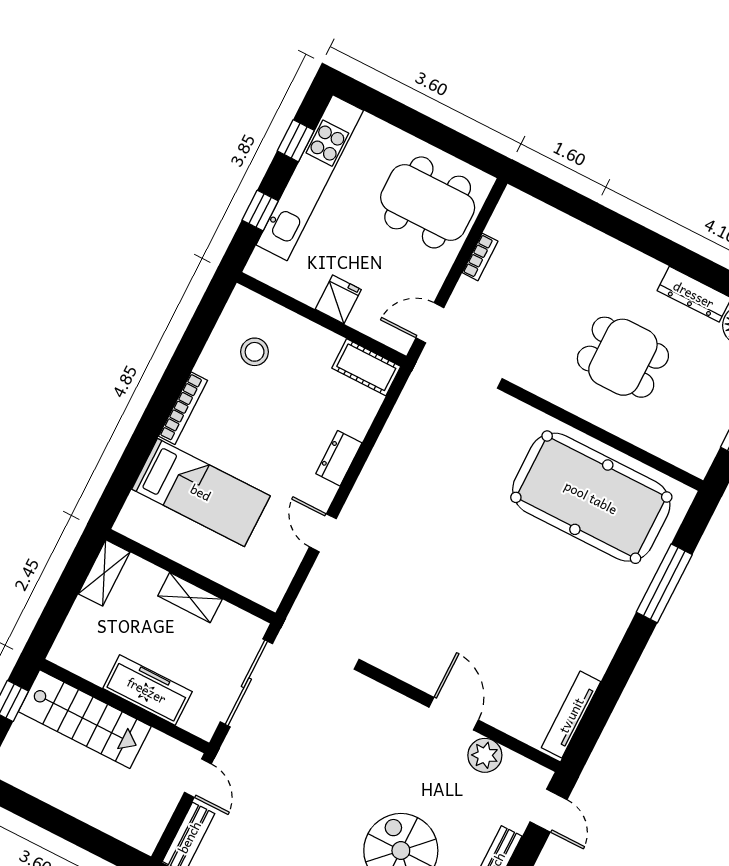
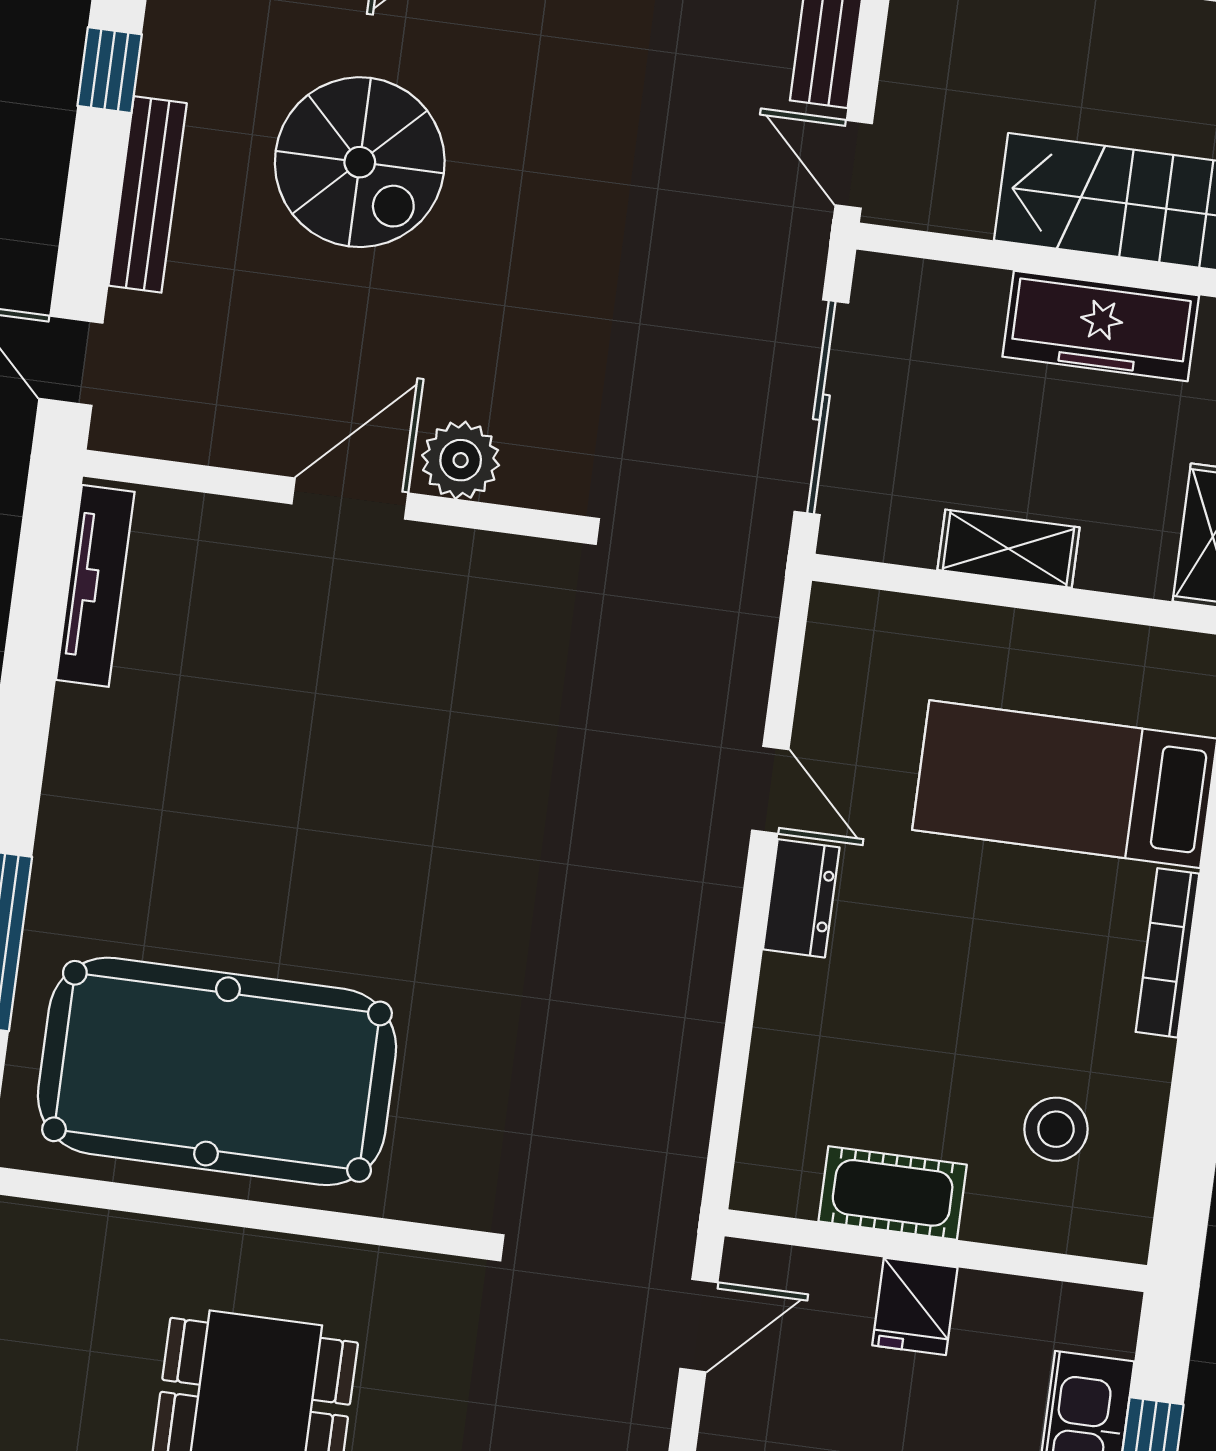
cot: (366, 367) -> (893, 1193), moved
dresser: (339, 458) -> (801, 898), moved
freezer: (147, 690) -> (1101, 326), moved
door: (454, 714) -> (350, 498), swing flipped
plant: (485, 755) -> (461, 460), moved

